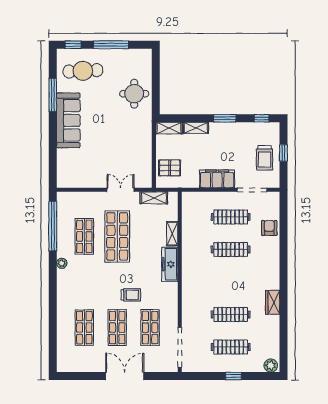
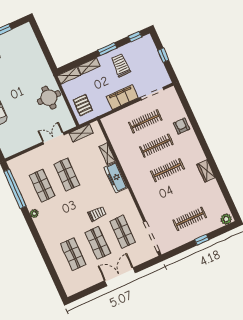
round table: (134, 94) -> (49, 98), moved
trolley: (265, 158) -> (121, 65), moved, turned 180
pallet: (170, 168) -> (83, 105), turned 90
armchair: (269, 228) -> (182, 126), moved
shop shelf: (117, 236) -> (67, 174), width x0.70, depth x0.74
clothes rail: (231, 314) -> (168, 170), moved

